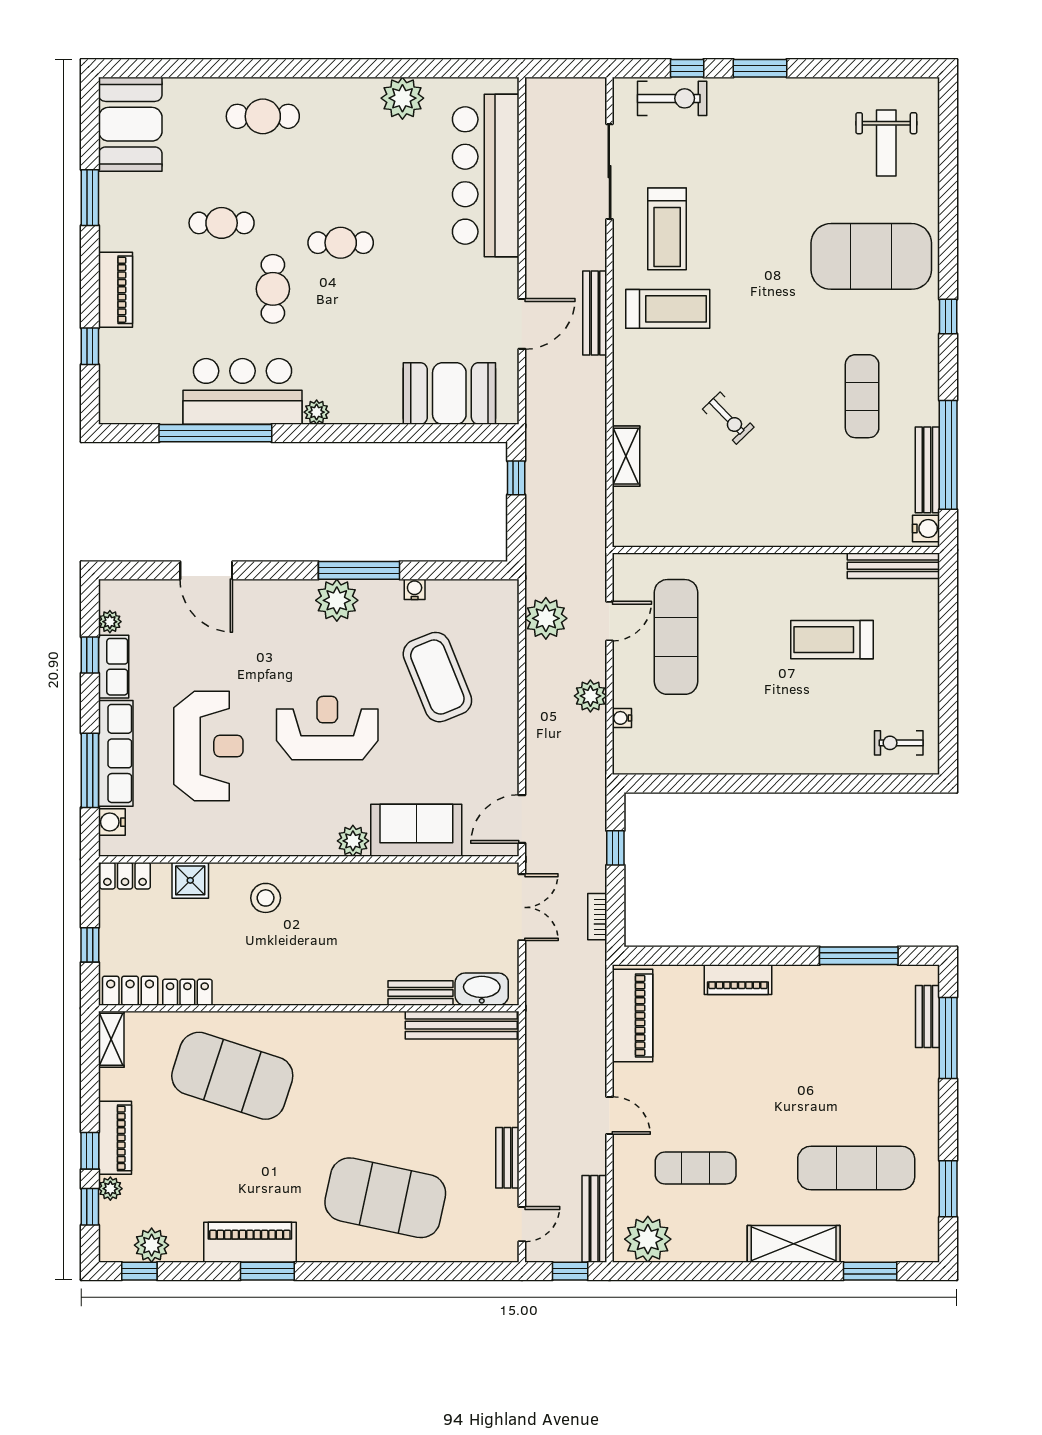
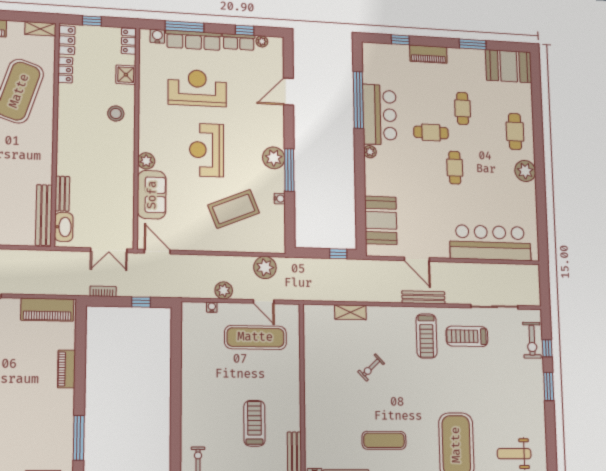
plant: (402, 98) -> (525, 171), moved
reception desk: (327, 728) -> (207, 150), turned 180
reception desk: (208, 746) -> (197, 88), turned 180

